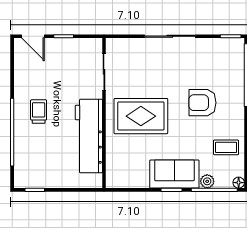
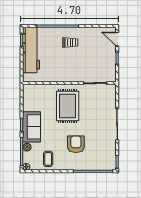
door: (33, 36) -> (117, 39), hinge flipped
workbench: (89, 136) -> (31, 50), moved, turned 90

